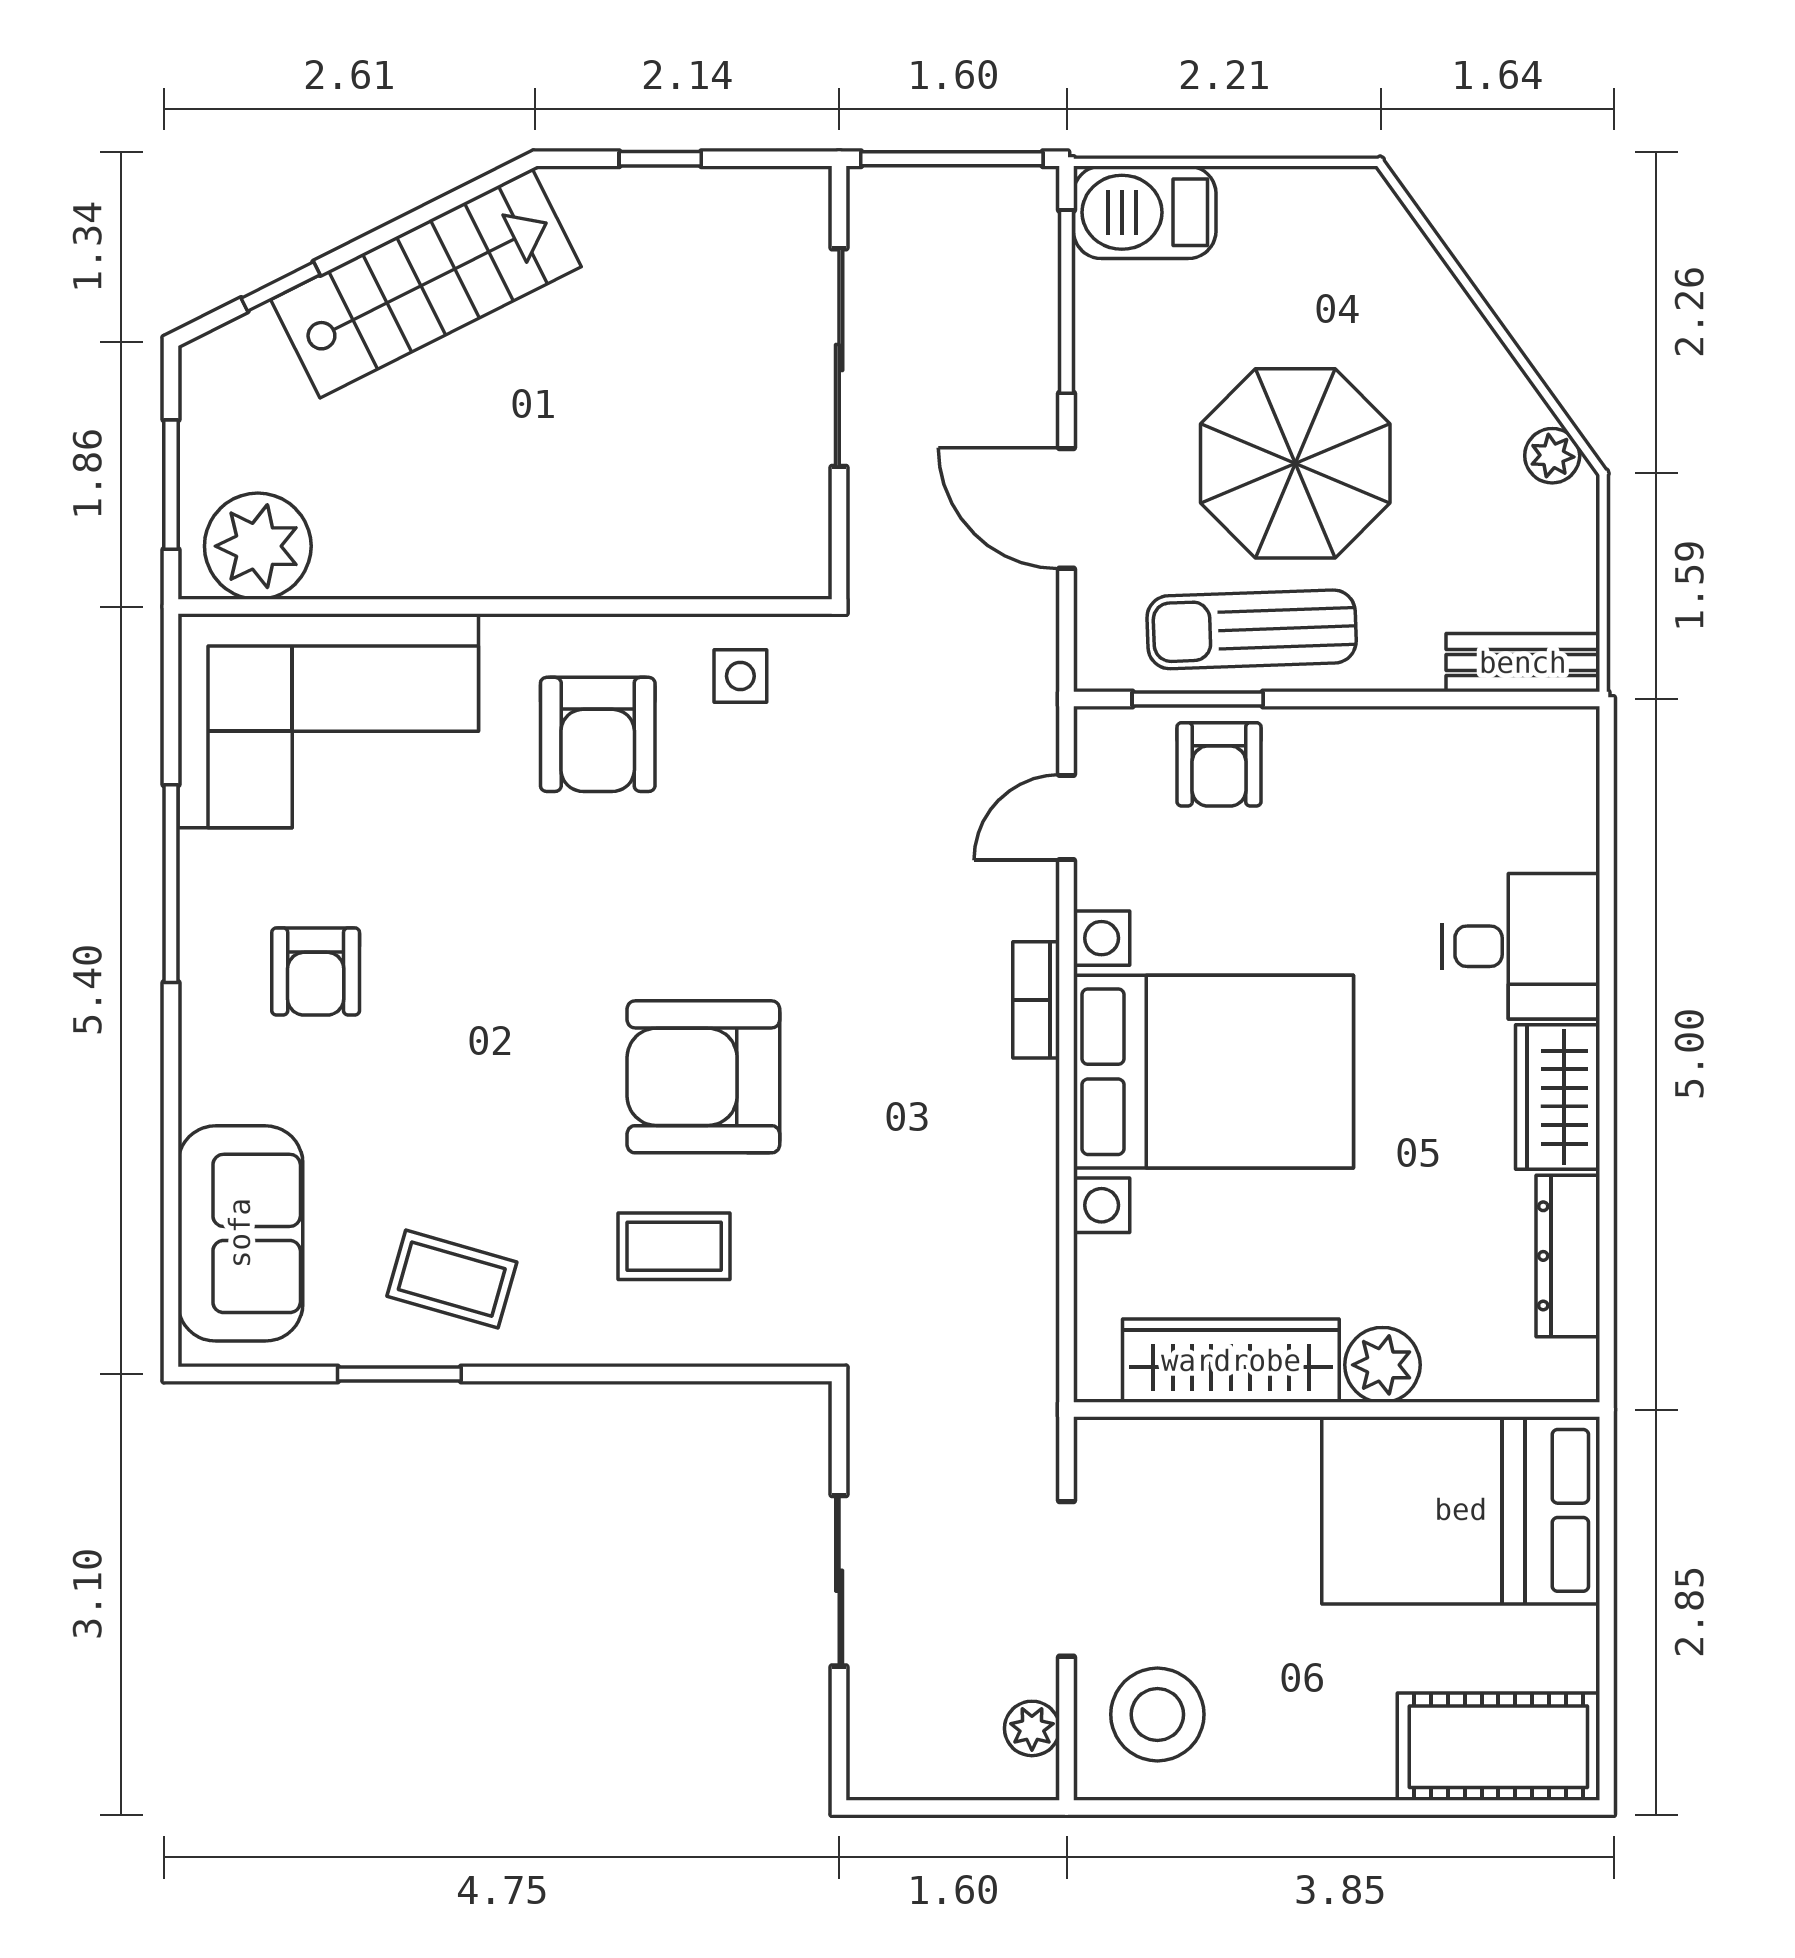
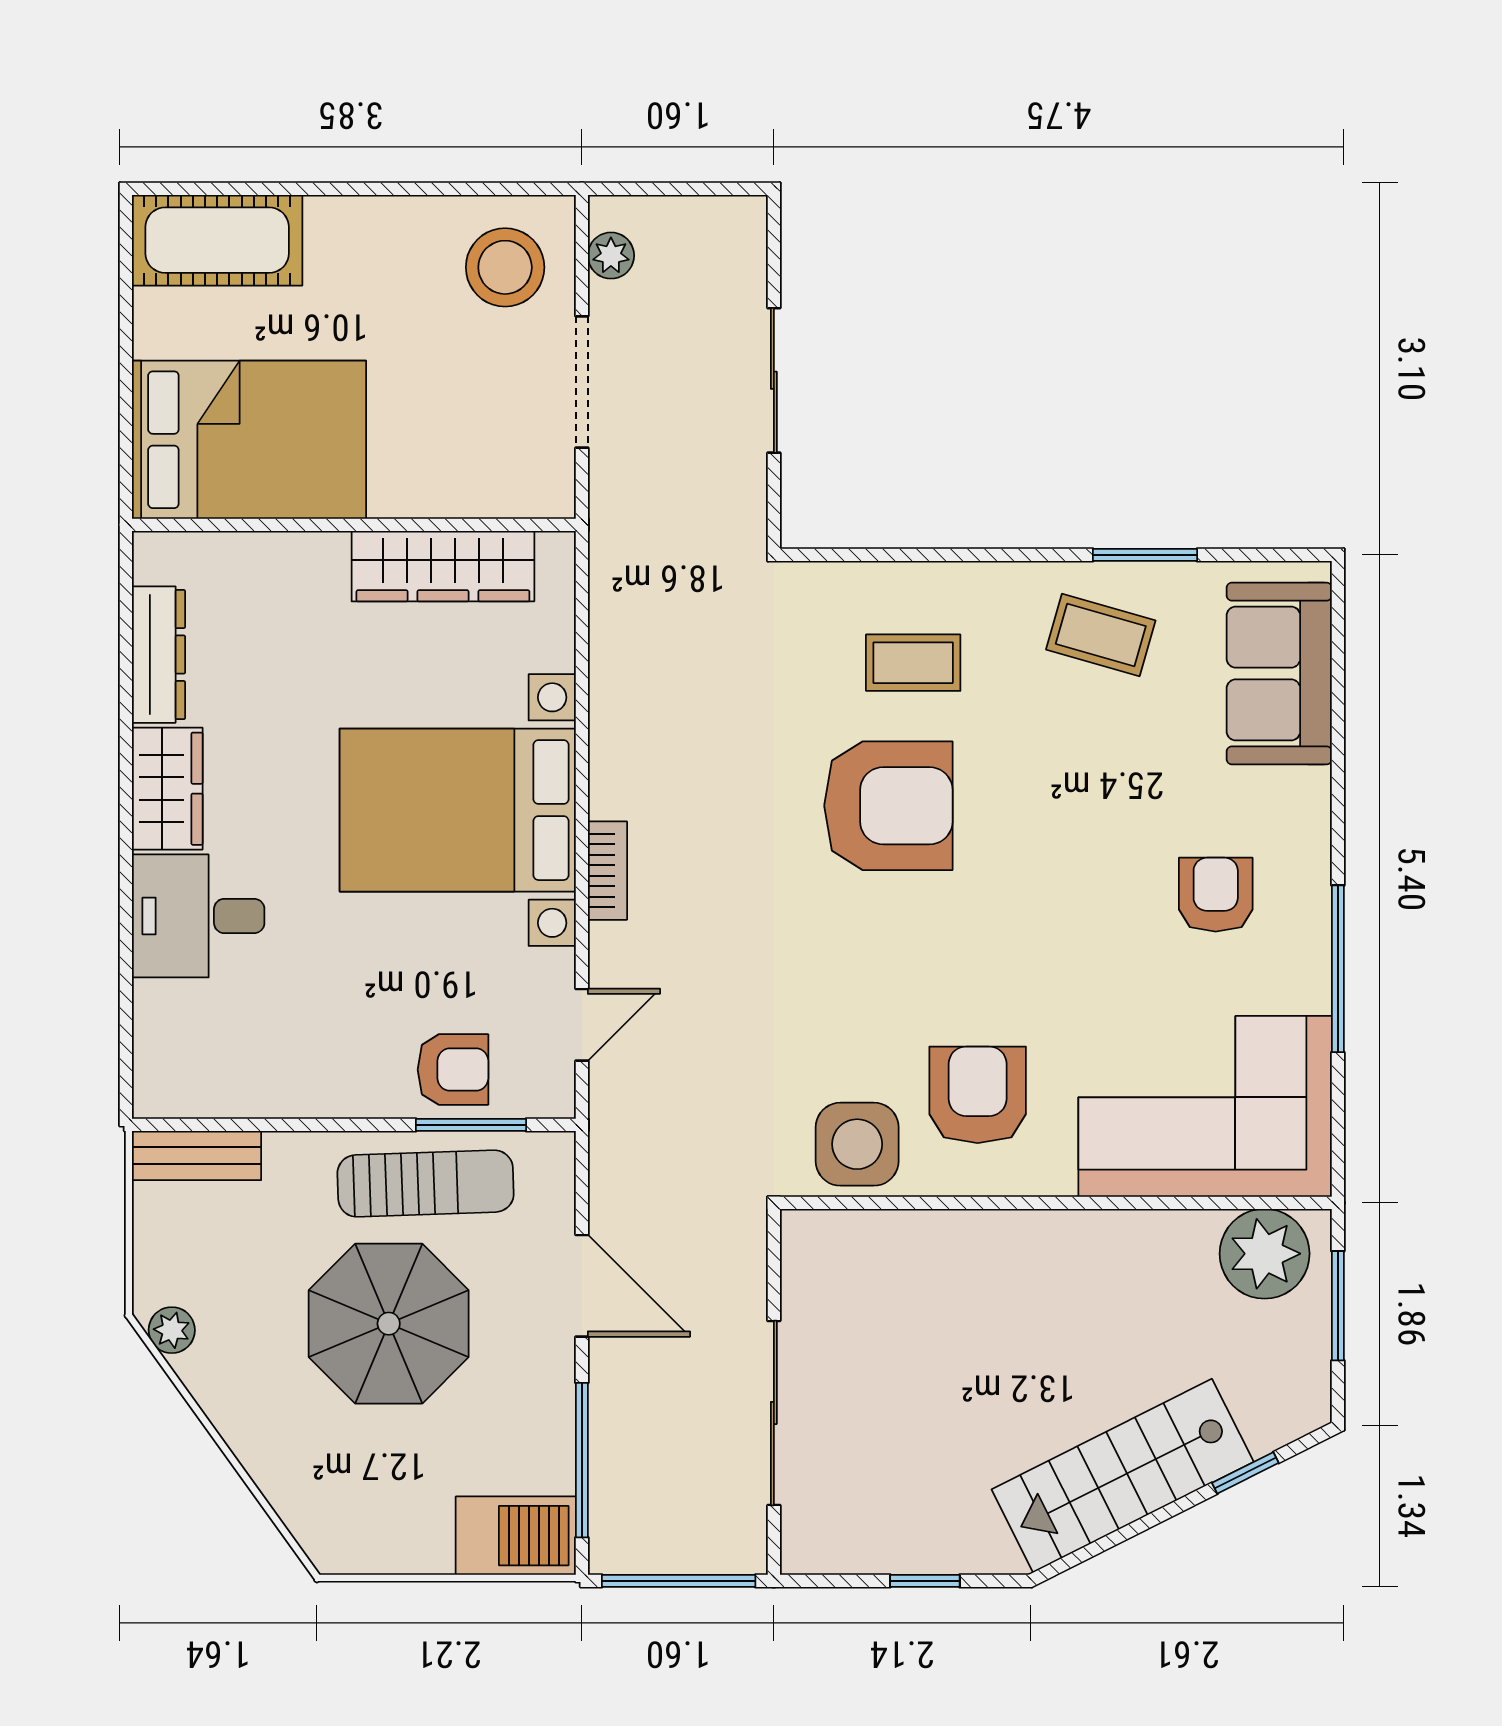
side table: (740, 676) -> (857, 1144), width x1.87, depth x1.87
armchair: (1219, 764) -> (453, 1070), turned 90
plant: (1382, 1365) -> (315, 563), removed

